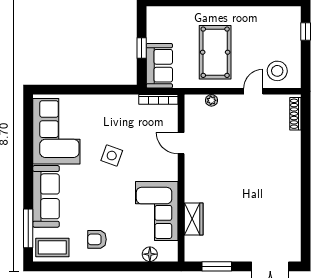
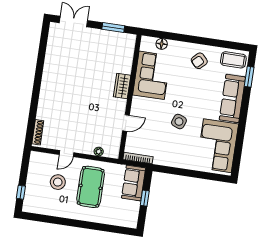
stool: (277, 71) -> (58, 182), moved
door: (181, 143) -> (126, 123), hinge flipped
wardrobe: (194, 219) -> (122, 86), moved
window: (28, 228) -> (249, 77), width x0.69
armchair: (97, 239) -> (199, 61), turned 136

